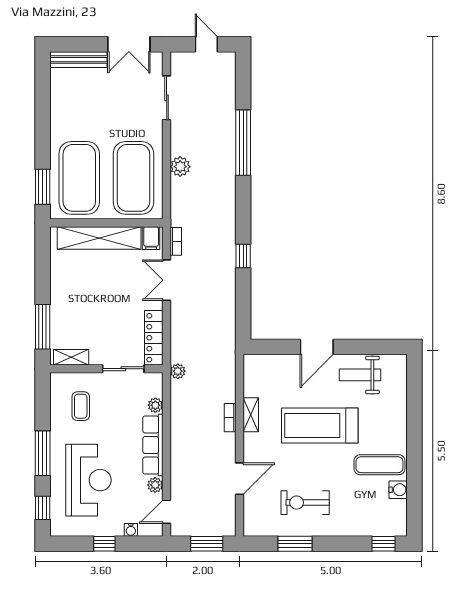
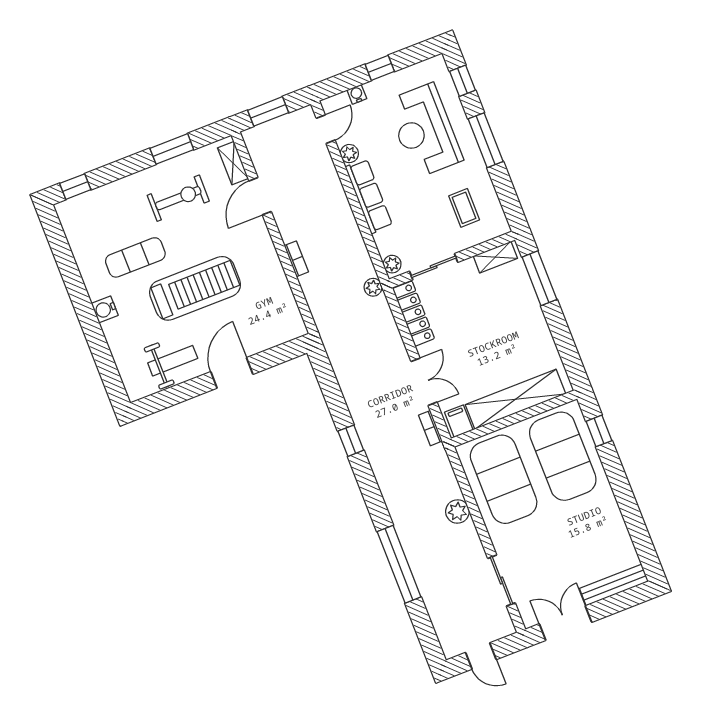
window: (43, 187) -> (599, 431), width x0.67
plant: (155, 405) -> (392, 264), moved
shelving: (251, 415) -> (233, 163), moved
exercise mat: (379, 465) -> (135, 257), moved
water cooler: (398, 490) -> (105, 309), moved

